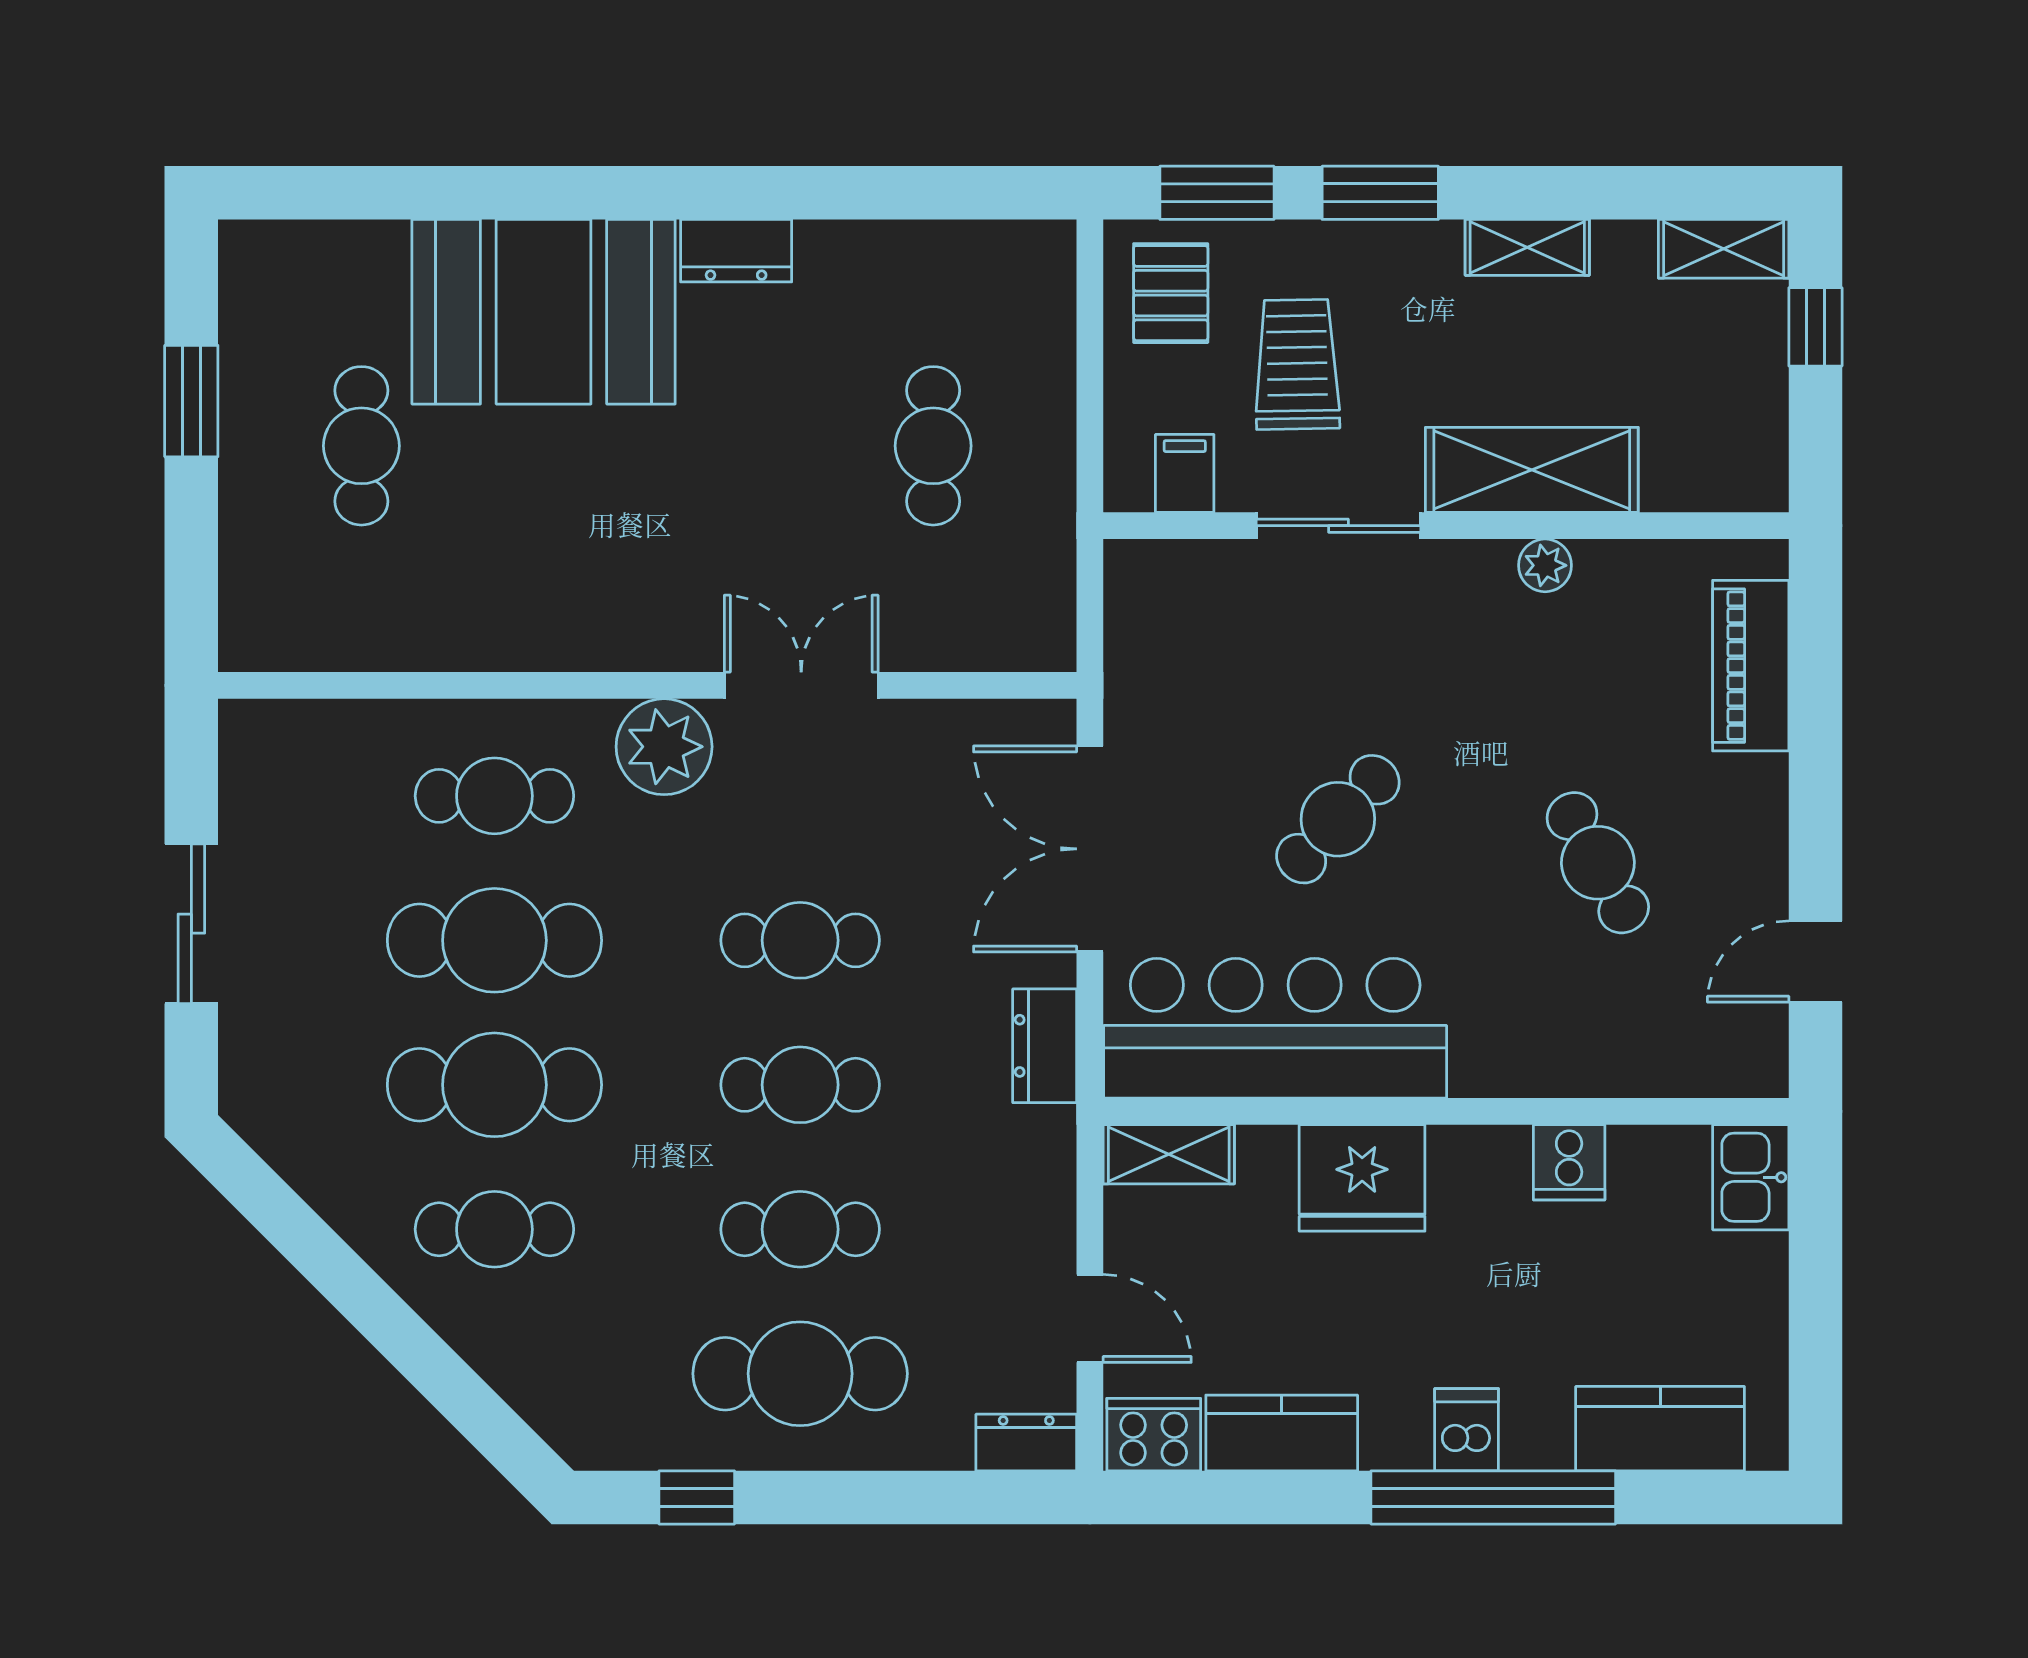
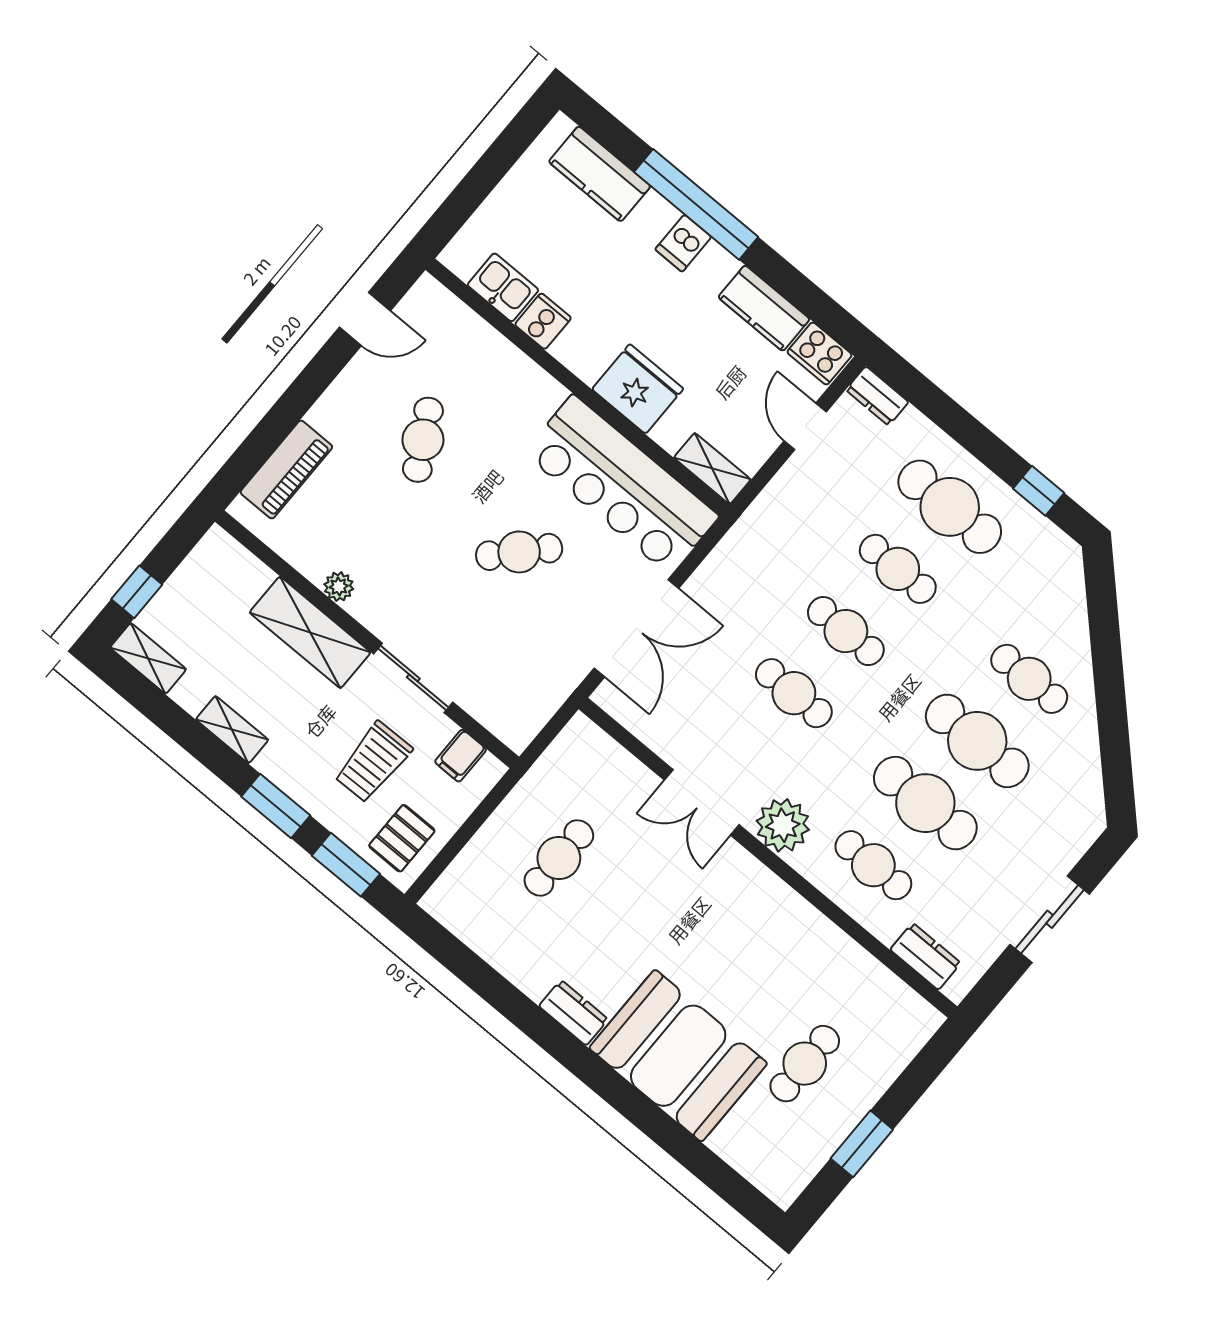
dresser: (1045, 1046) -> (925, 956), moved, turned -90
kitchen sink: (1751, 1177) -> (503, 287), moved, turned -90

